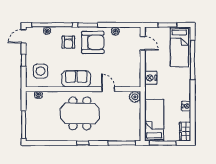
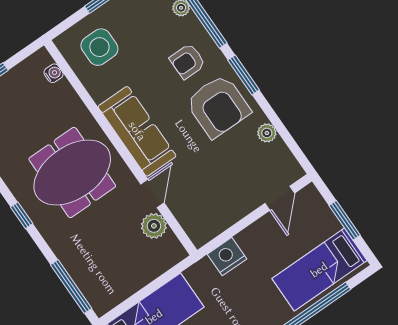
sofa: (76, 79) -> (137, 131), width x1.36
plant: (135, 97) -> (154, 226), moved
meeting table: (80, 113) -> (72, 172), turned 90

